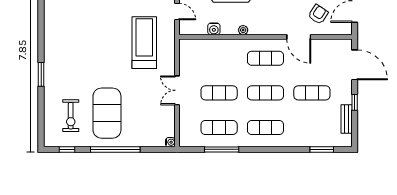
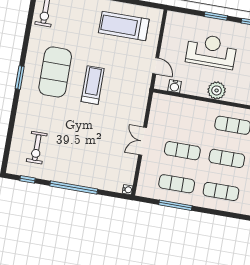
water cooler: (214, 29) -> (175, 86), moved
plant: (243, 30) -> (217, 90), width x1.88, depth x1.88
treadmill: (144, 43) -> (93, 85), moved, width x0.73, depth x0.73
window: (41, 74) -> (20, 78), moved
exercise mat: (107, 113) -> (55, 72), moved

